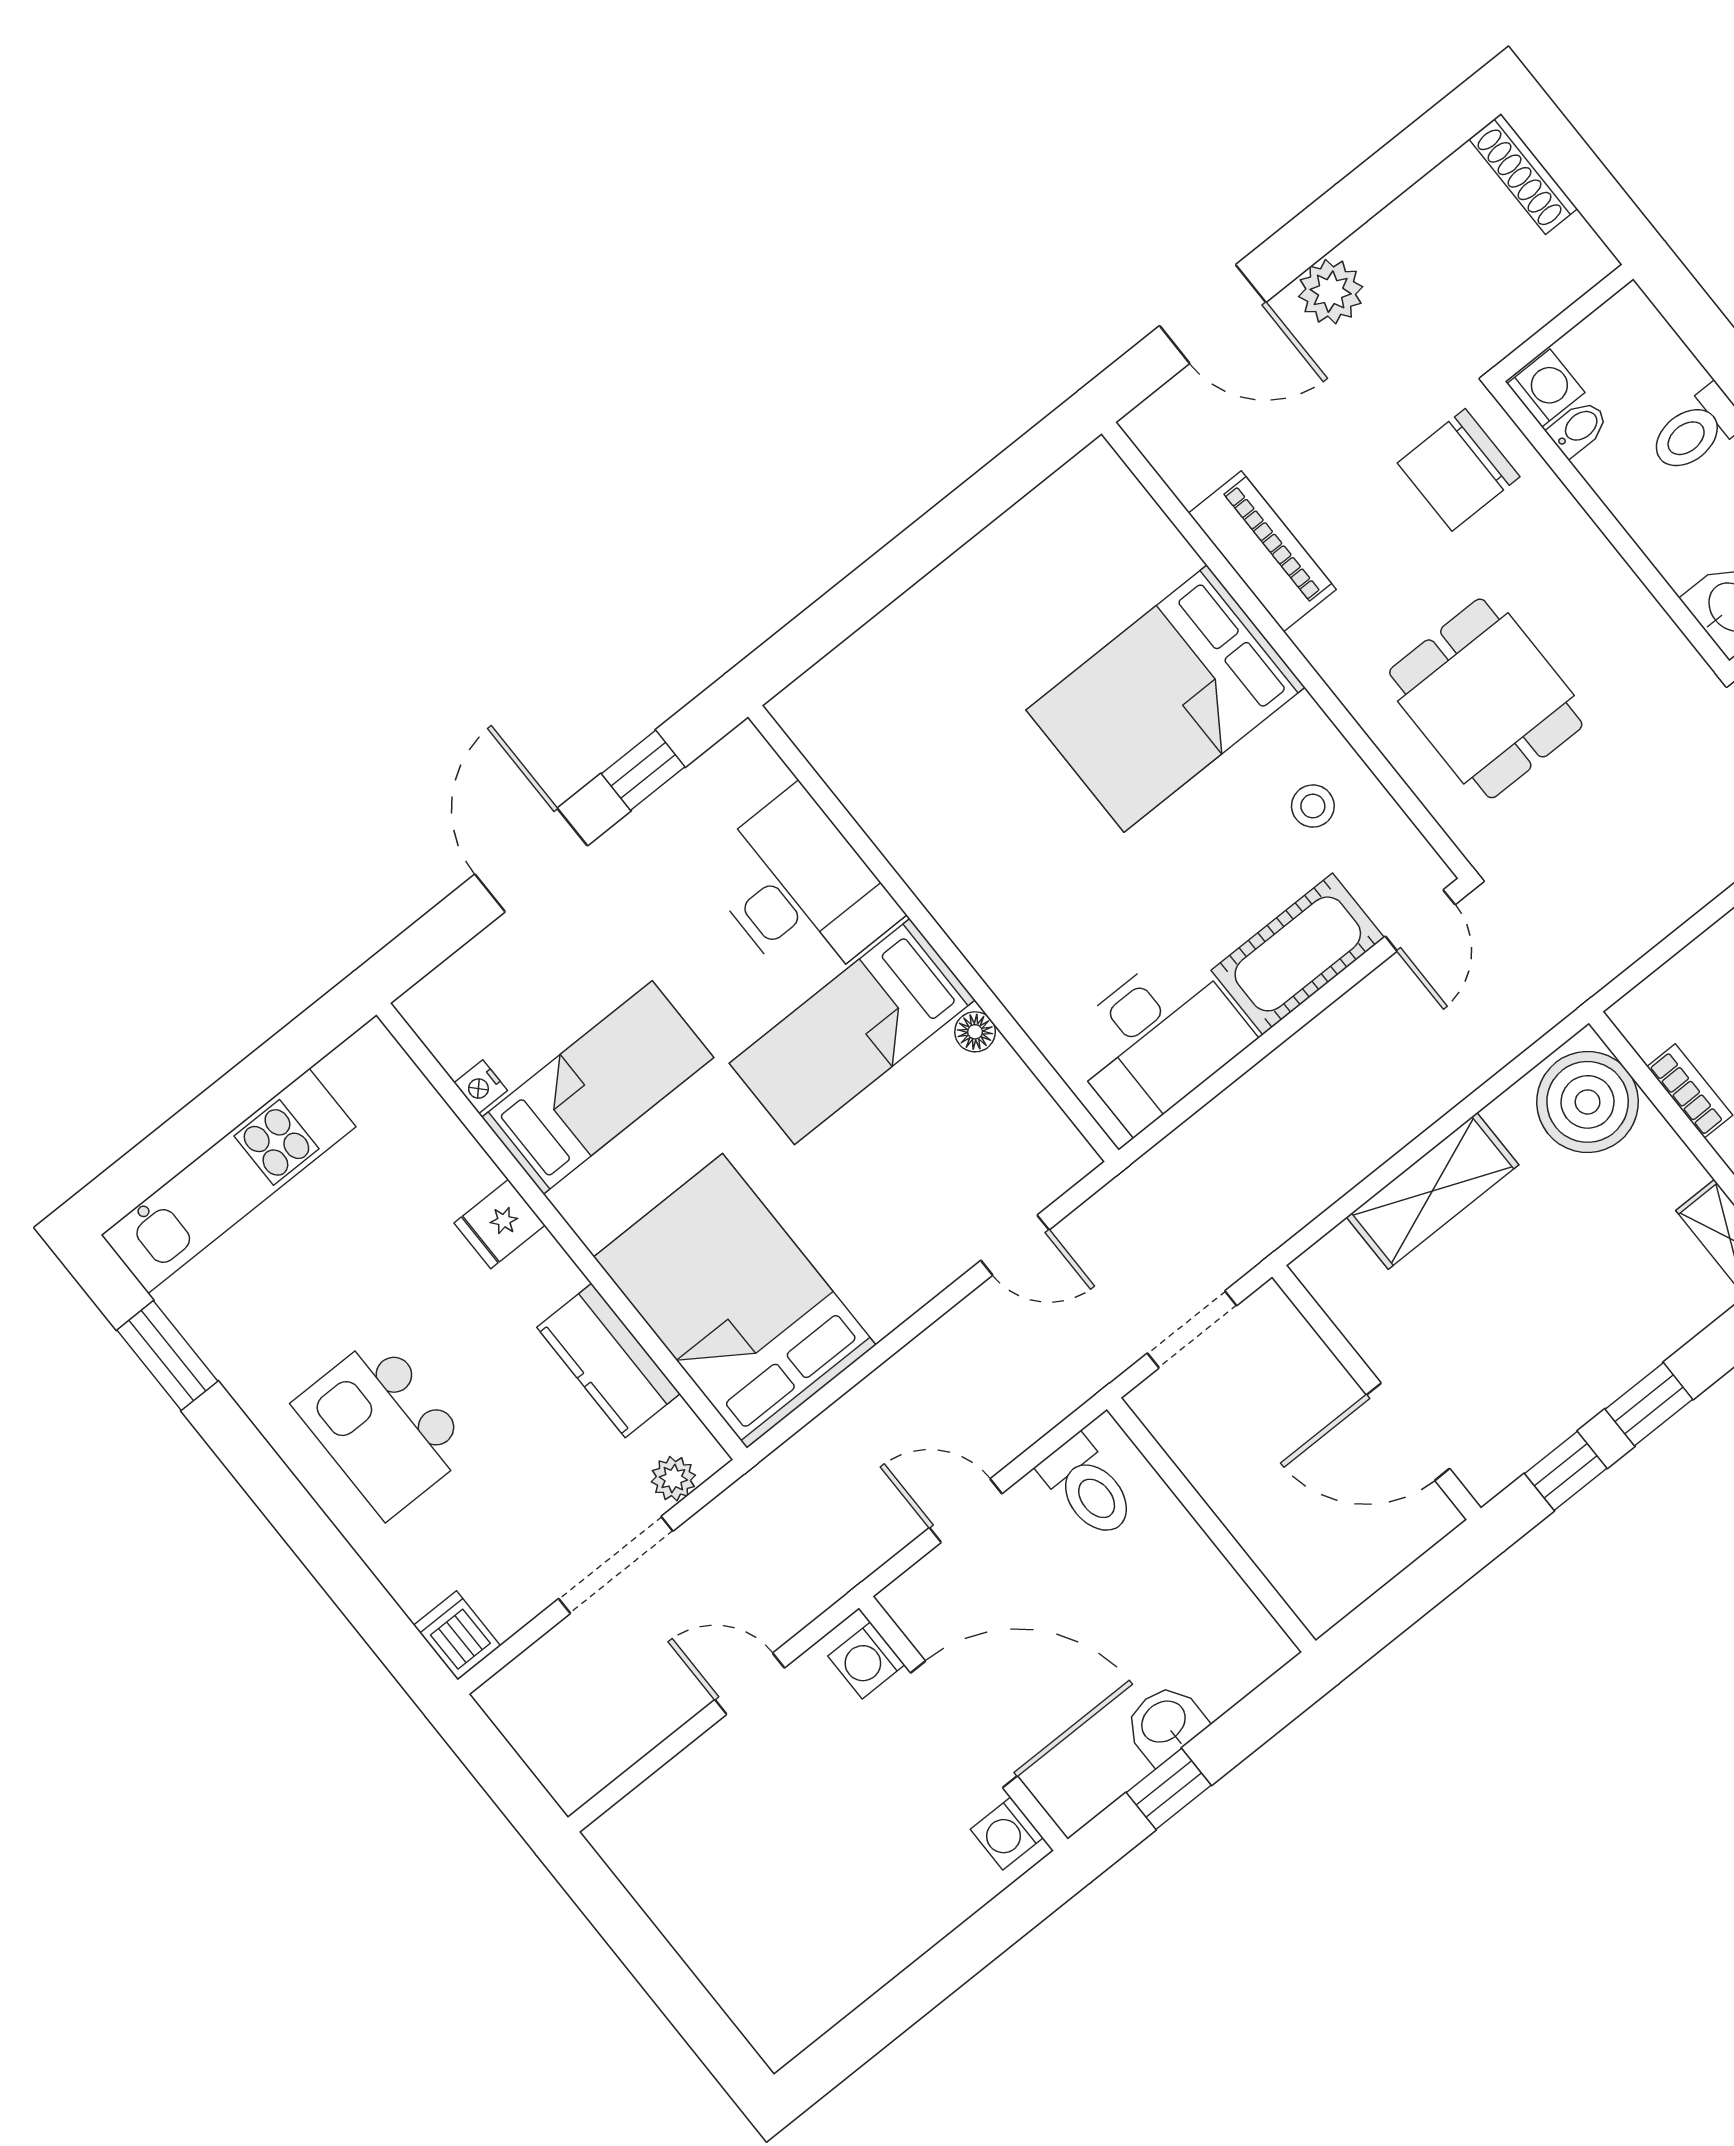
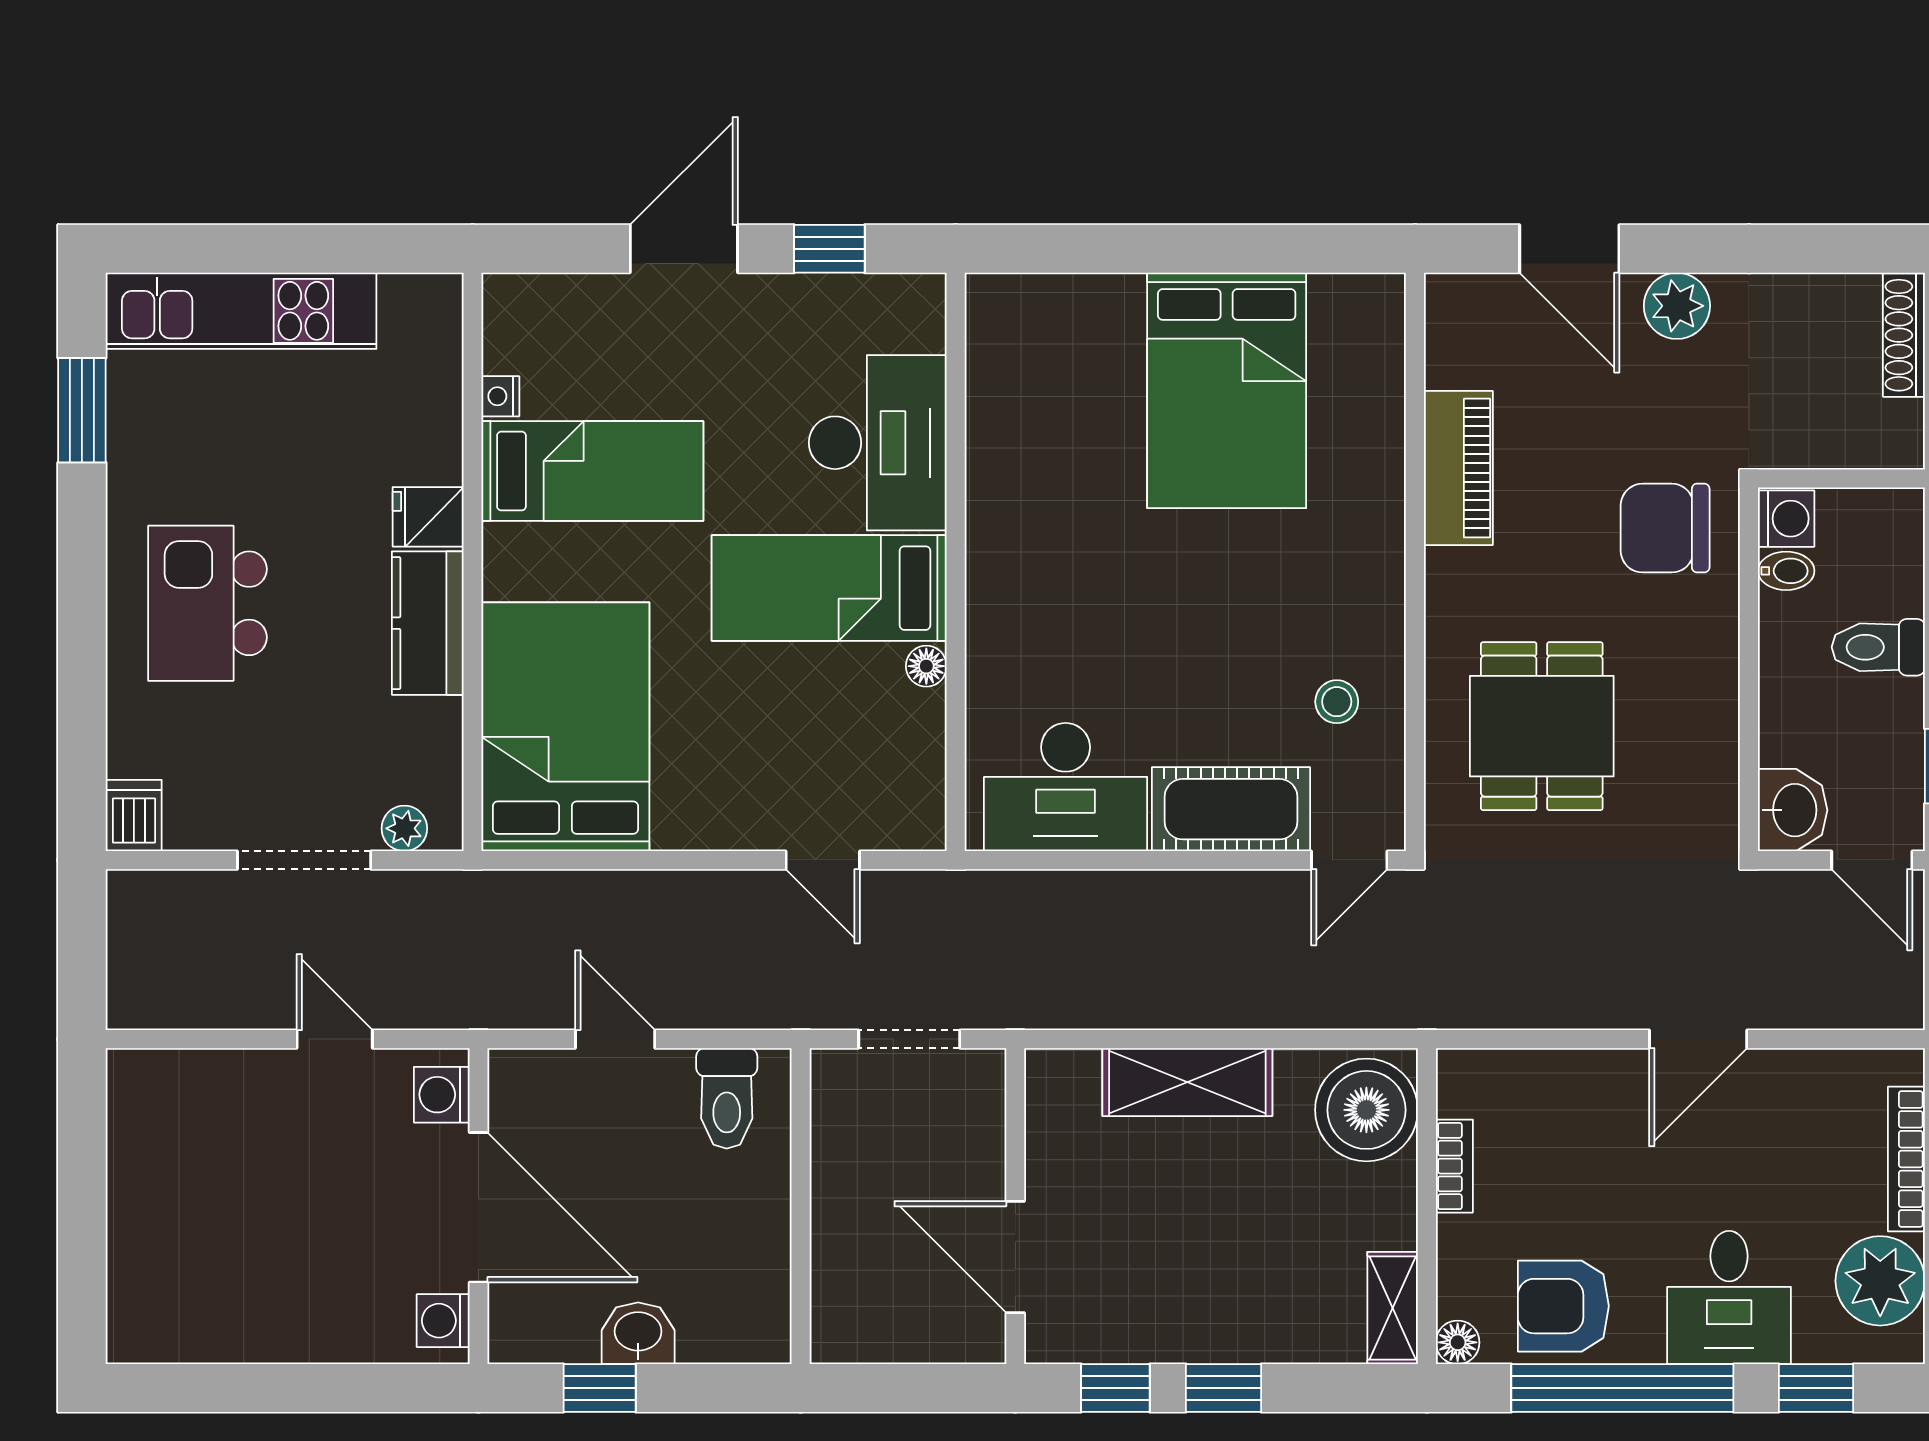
bed: (1165, 699) -> (1227, 390), moved, turned -90
kitchen counter: (608, 1361) -> (428, 623), moved

